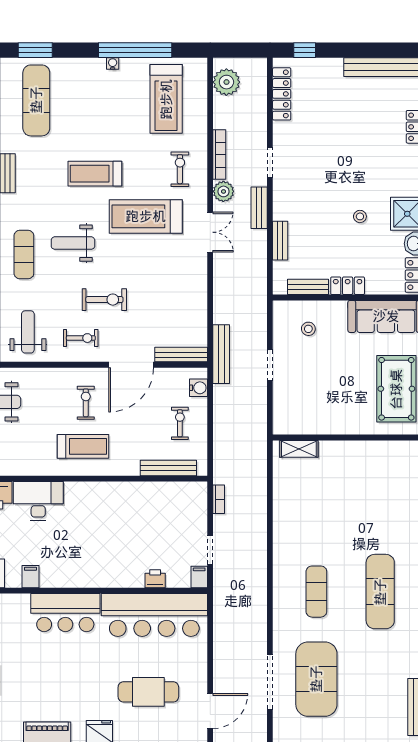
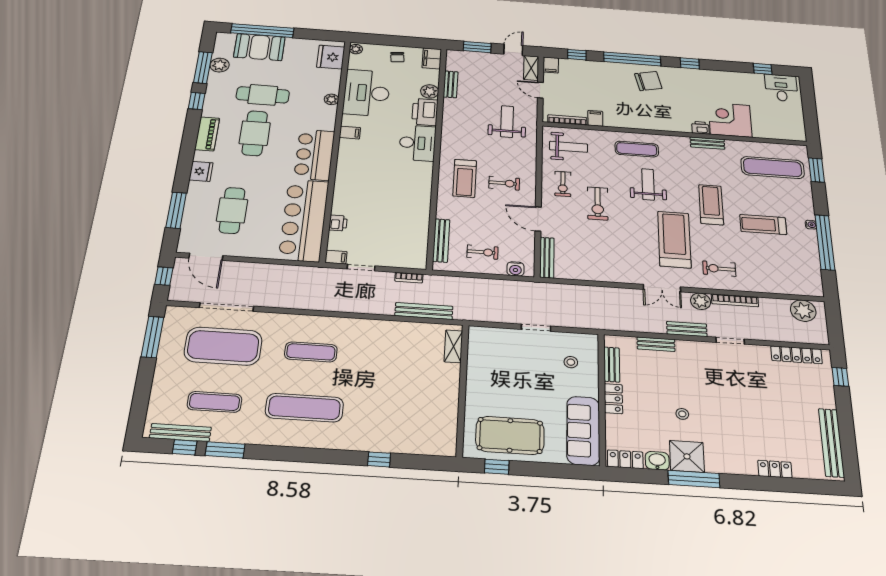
treadmill: (166, 99) -> (763, 225), moved, width x0.73, depth x0.73
exercise bike: (180, 169) -> (719, 269), turned 180
bench: (221, 354) -> (424, 311), moved
door: (131, 365) -> (538, 219), width x0.73
exercise mat: (380, 679) -> (215, 402), added
cafe table: (41, 681) -> (255, 133), added

